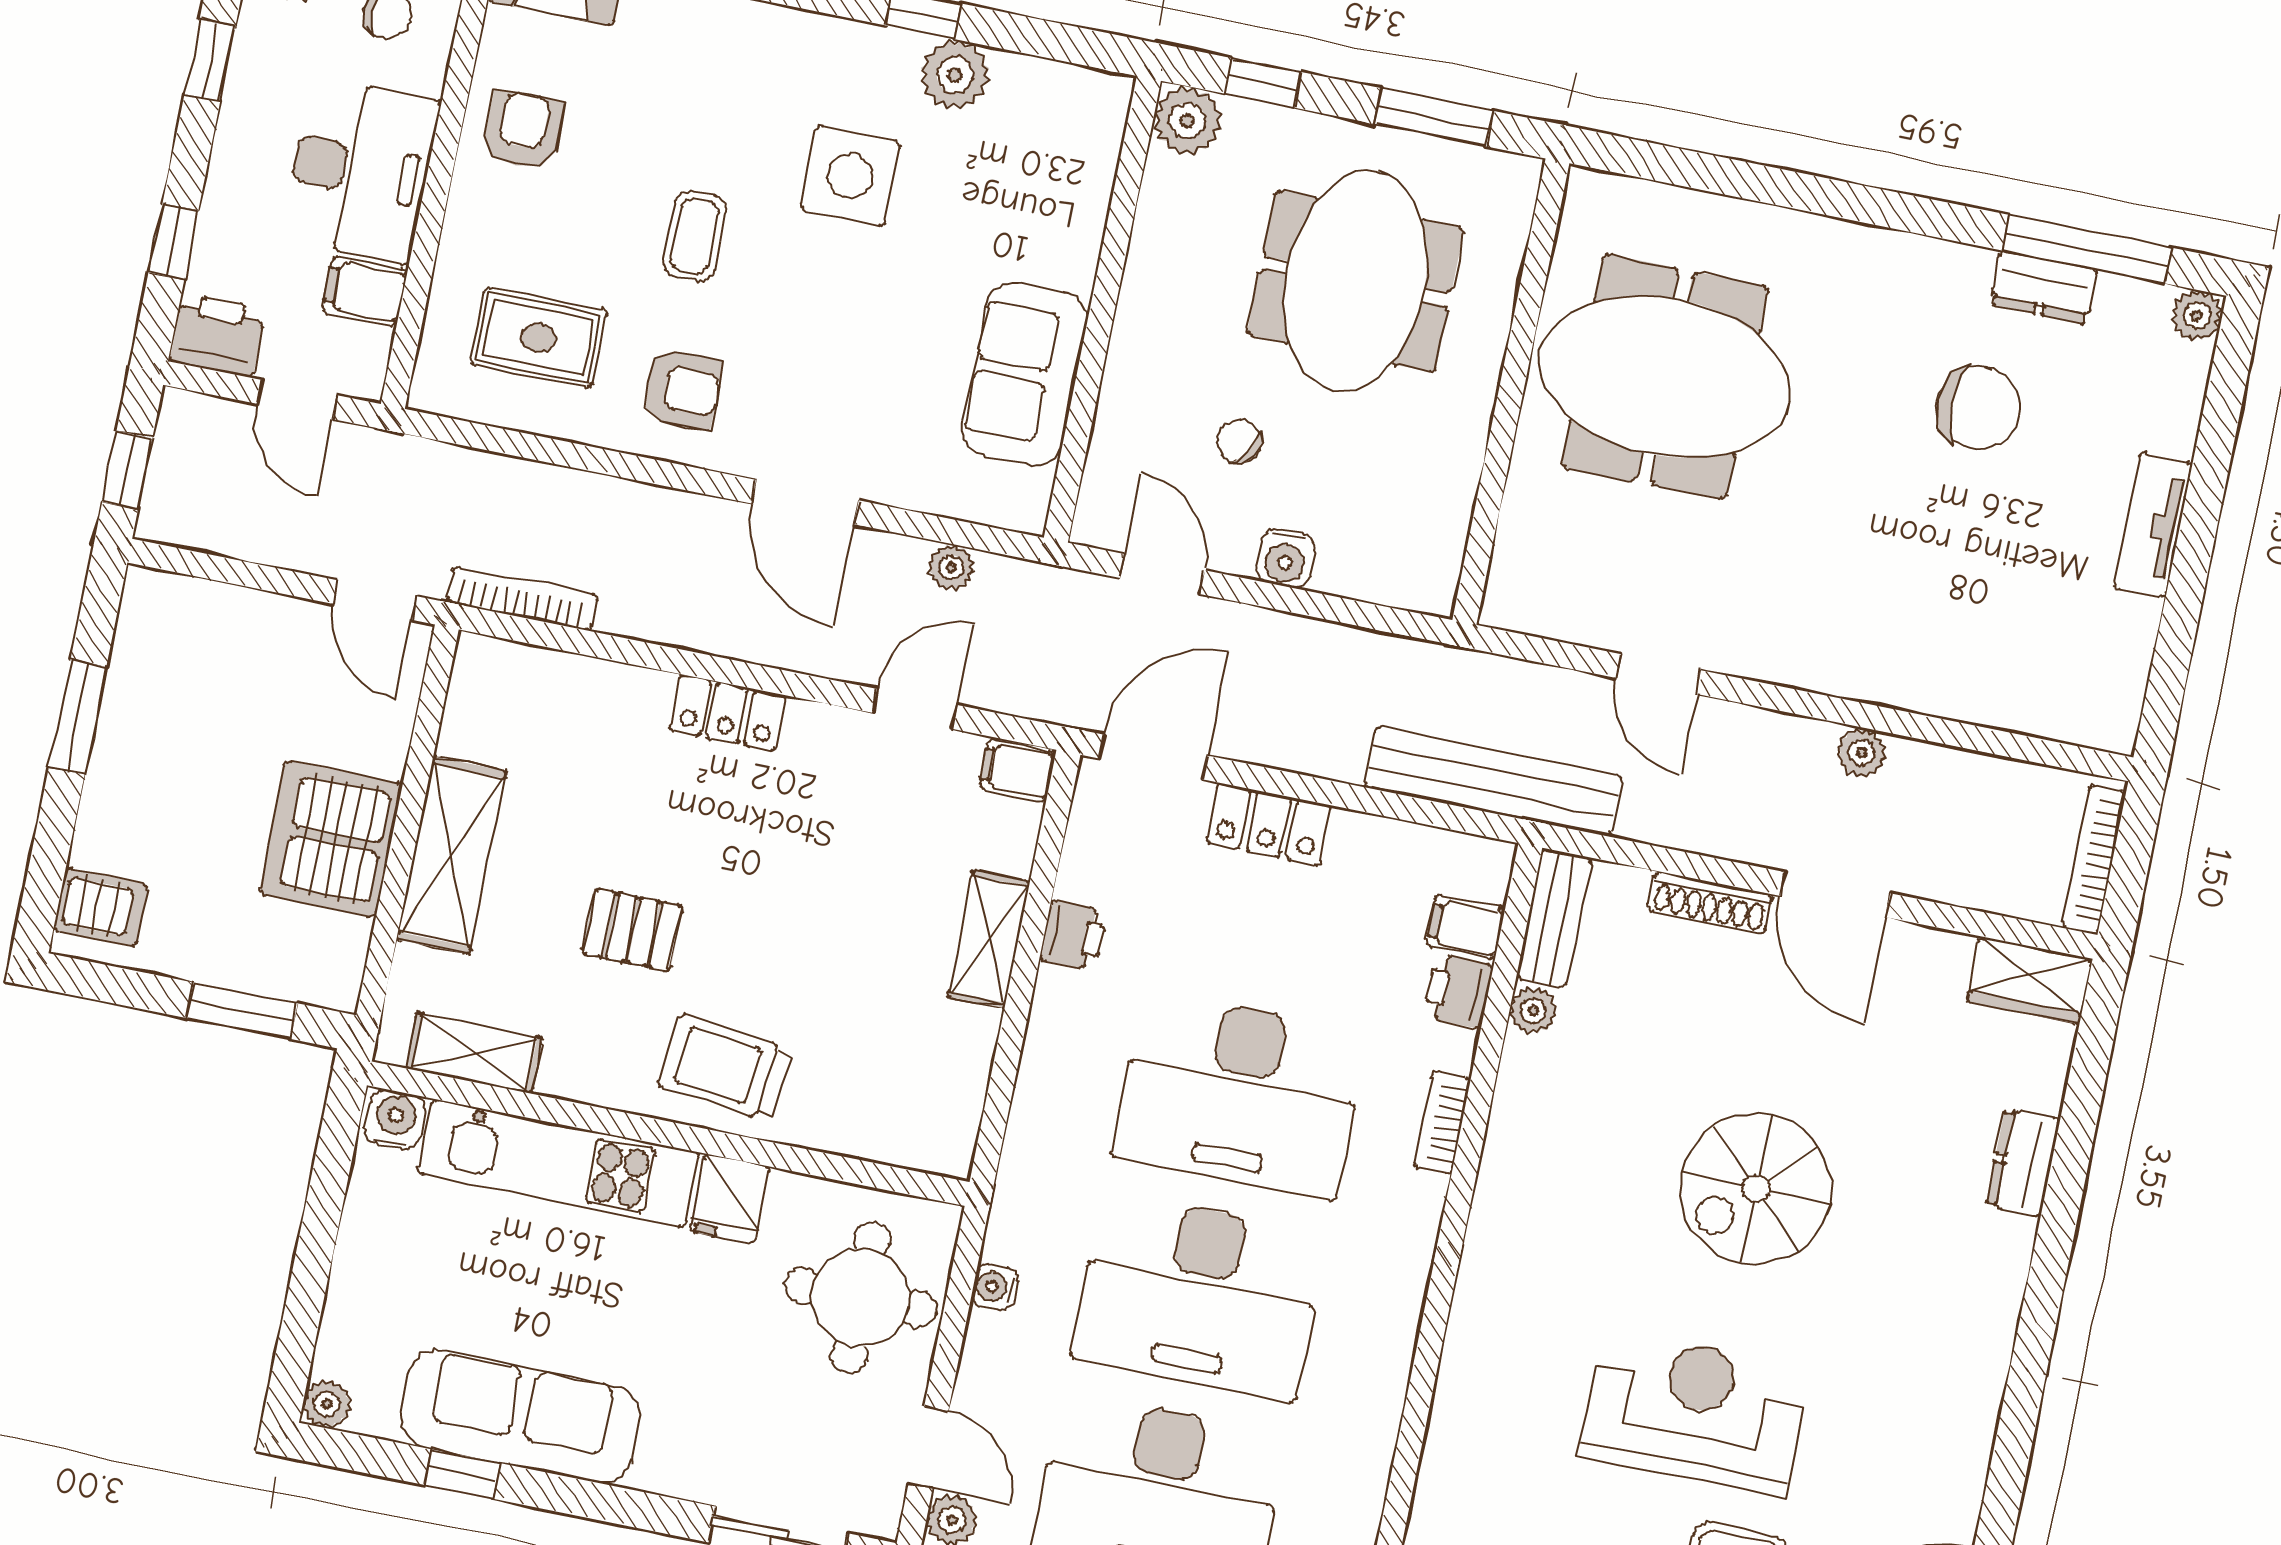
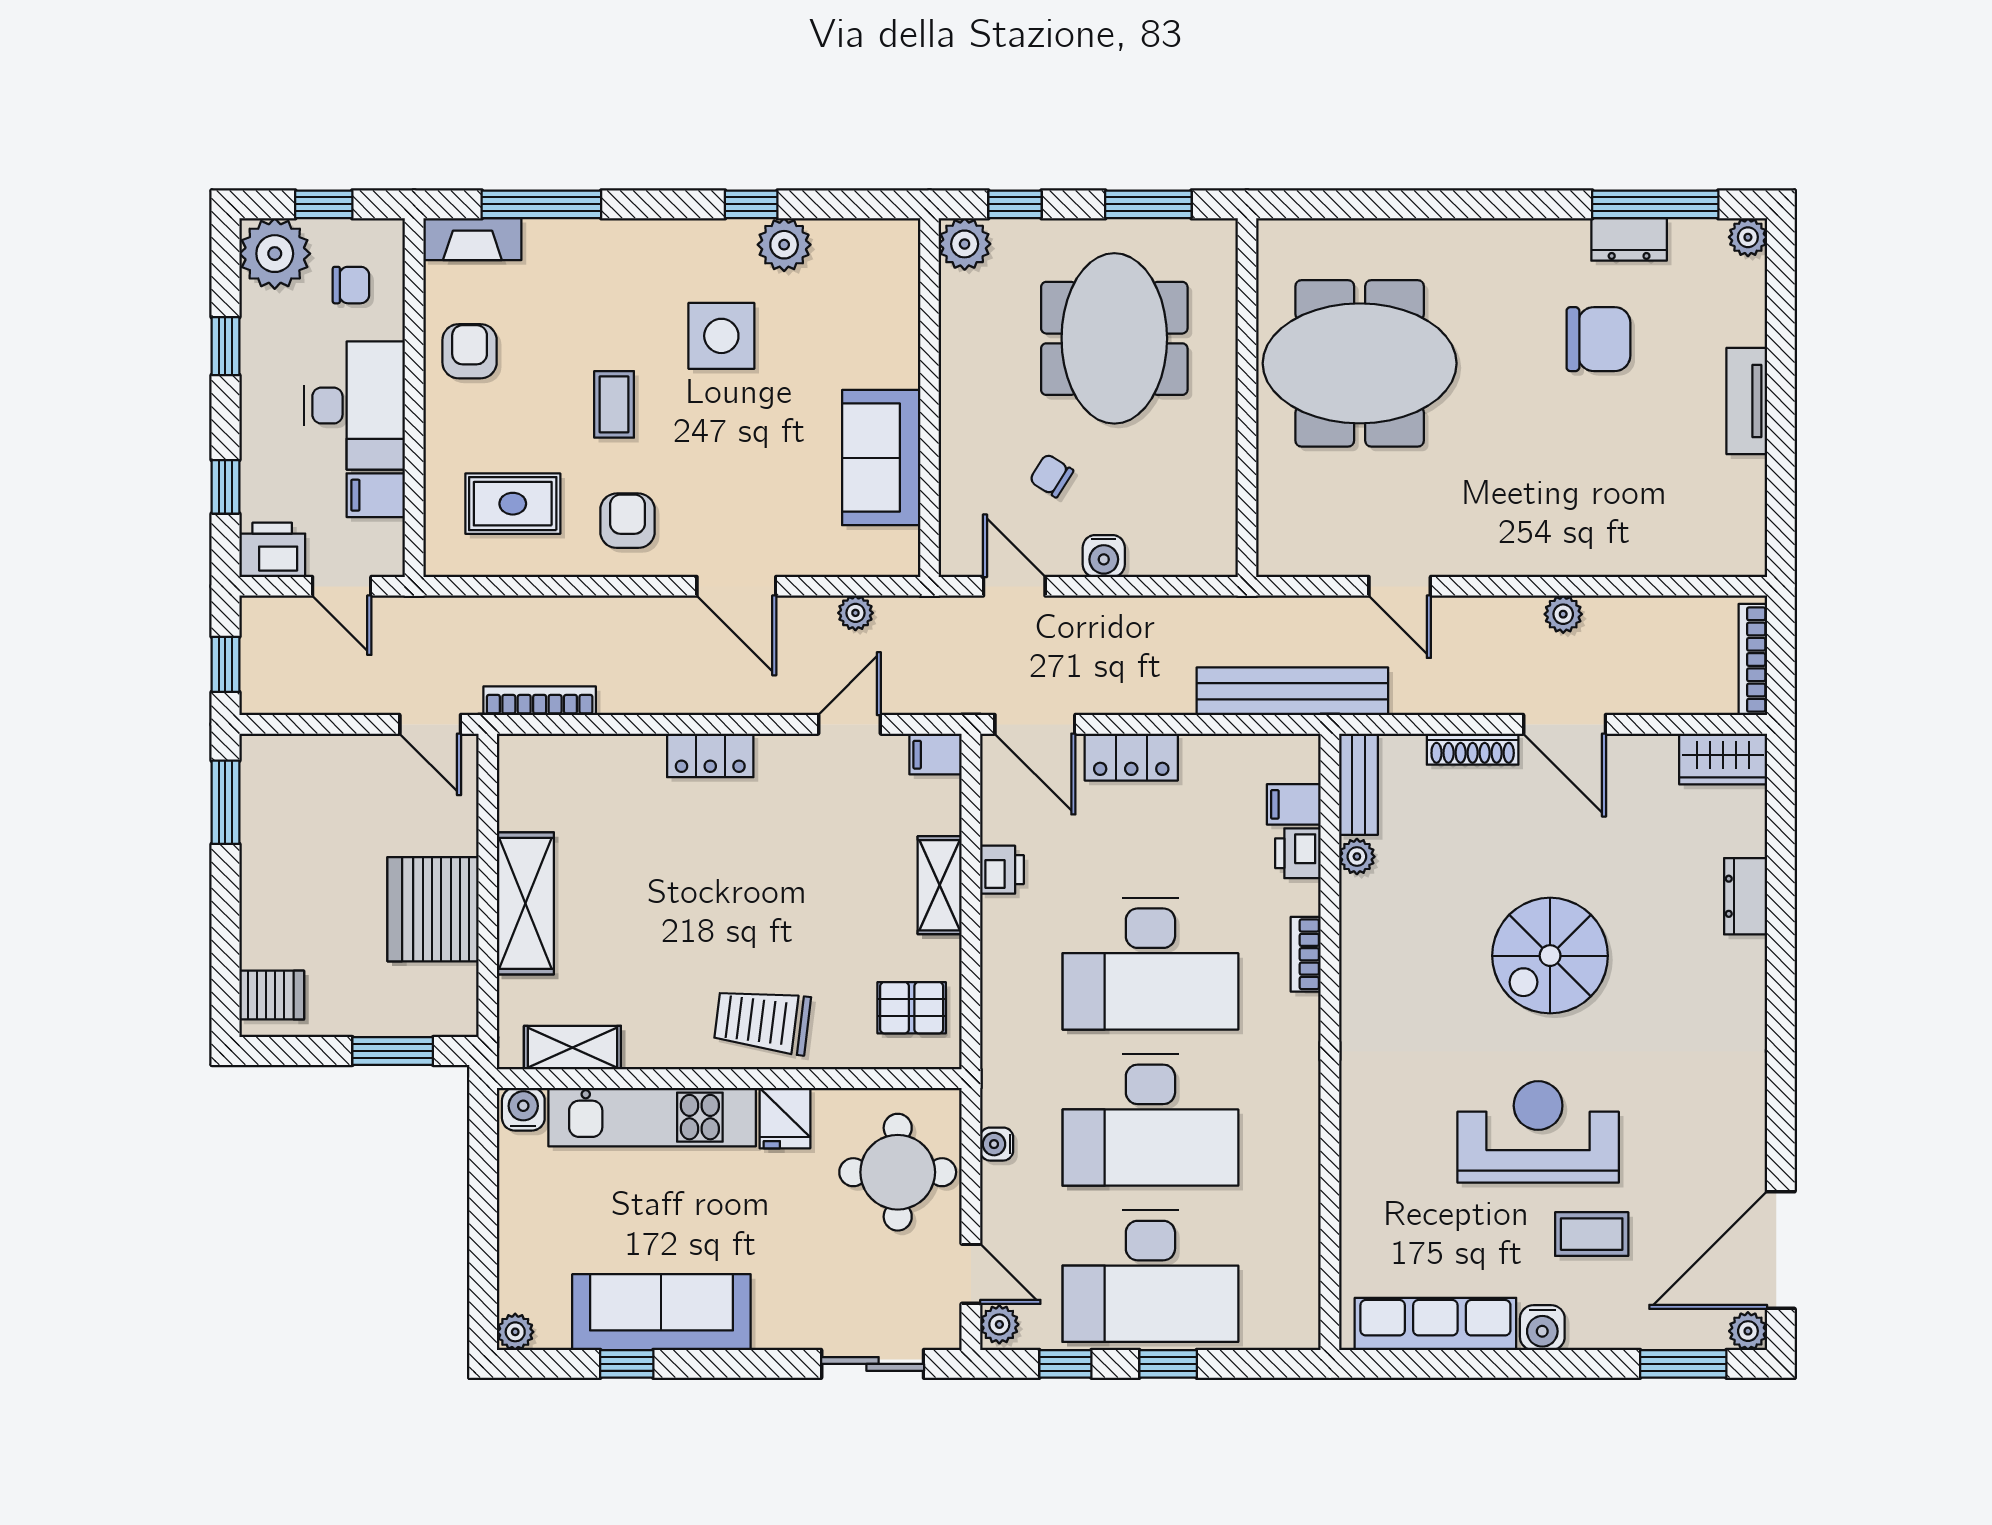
armchair: (682, 389) -> (627, 521), turned -90
window: (78, 717) -> (225, 802), moved
door: (1153, 757) -> (1035, 724), swing flipped
pallet: (632, 930) -> (912, 1008), moved

